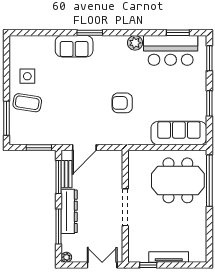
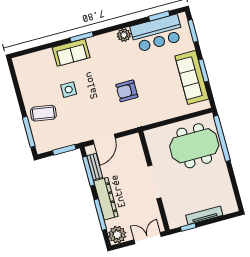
side table: (27, 76) -> (69, 90), moved
sofa: (179, 133) -> (192, 77), moved, turned -90
plant: (66, 257) -> (117, 235), width x1.87, depth x1.87

